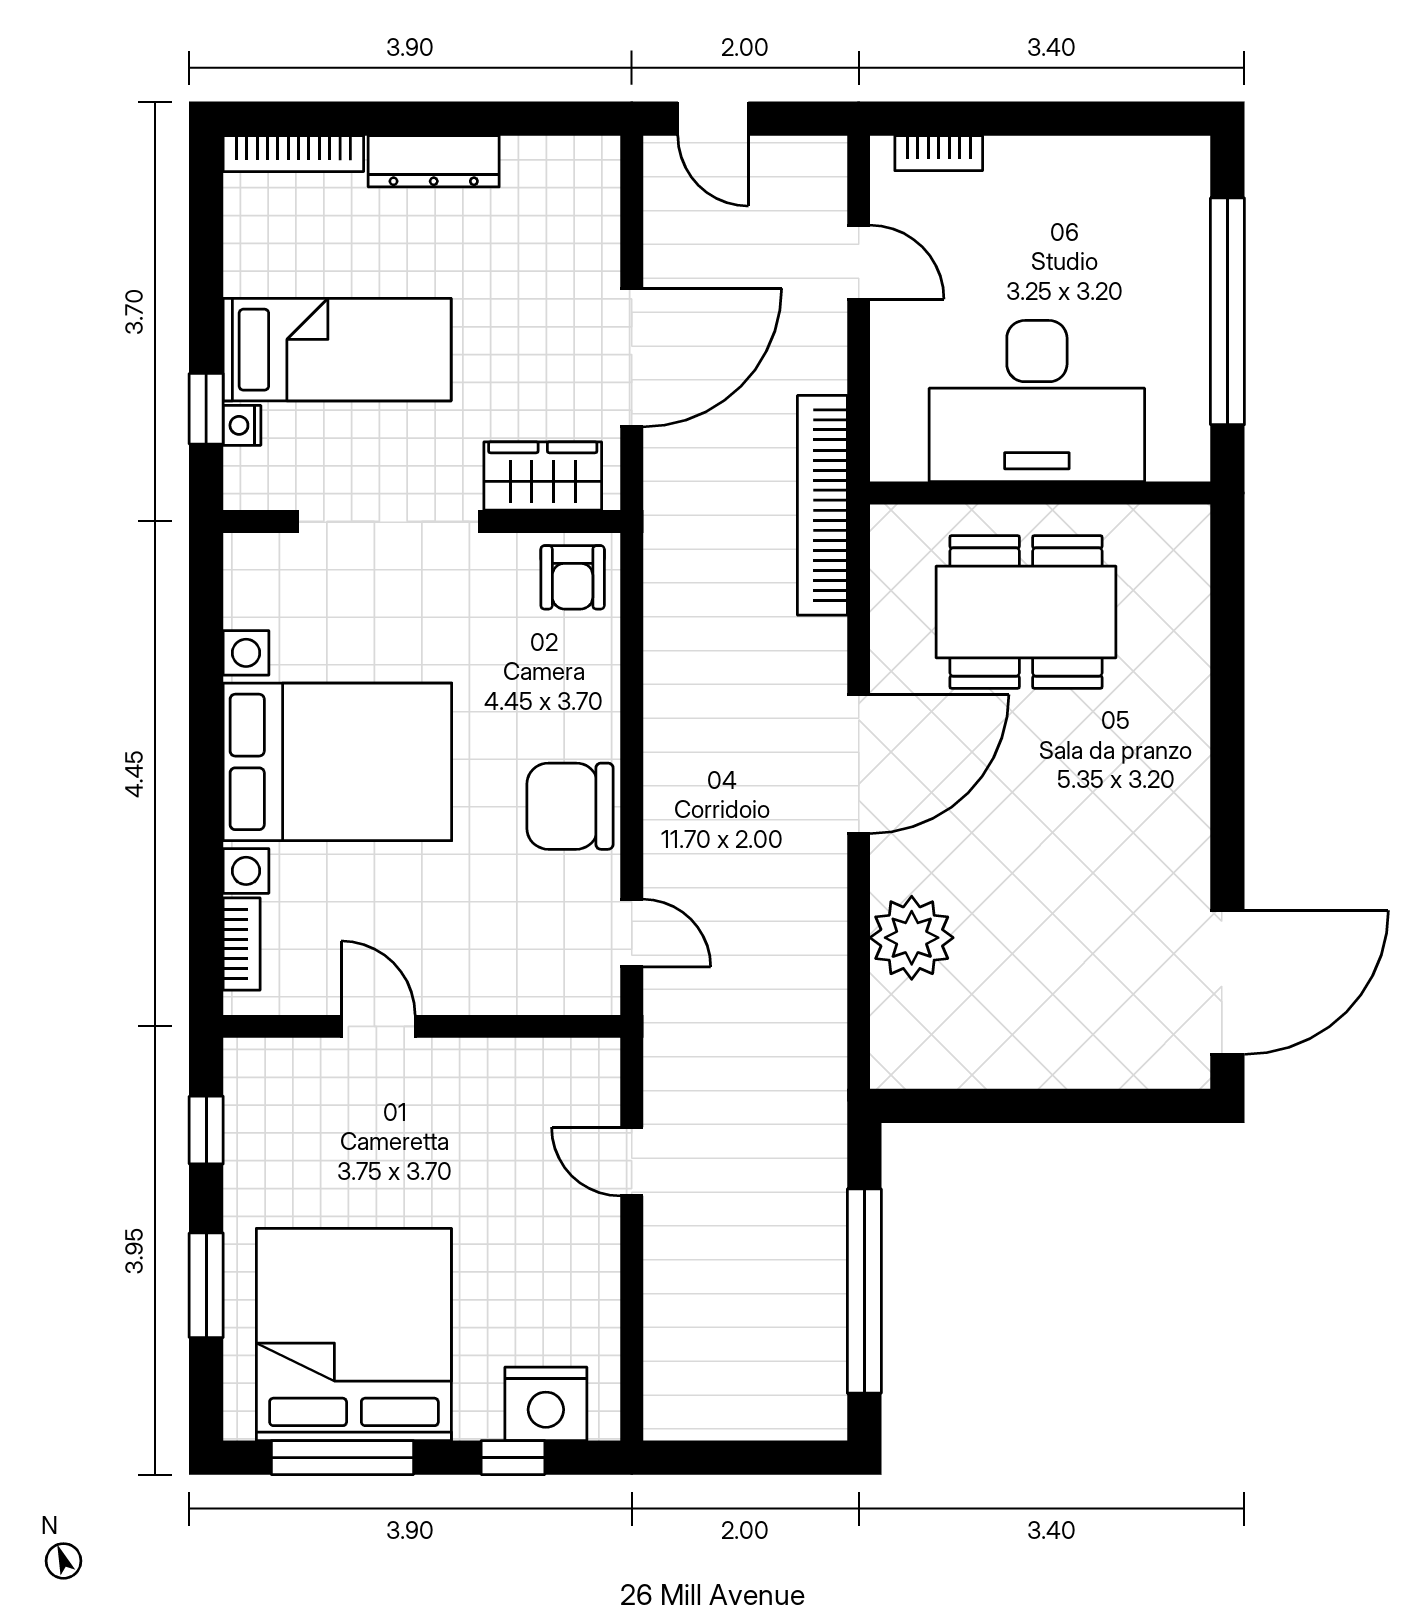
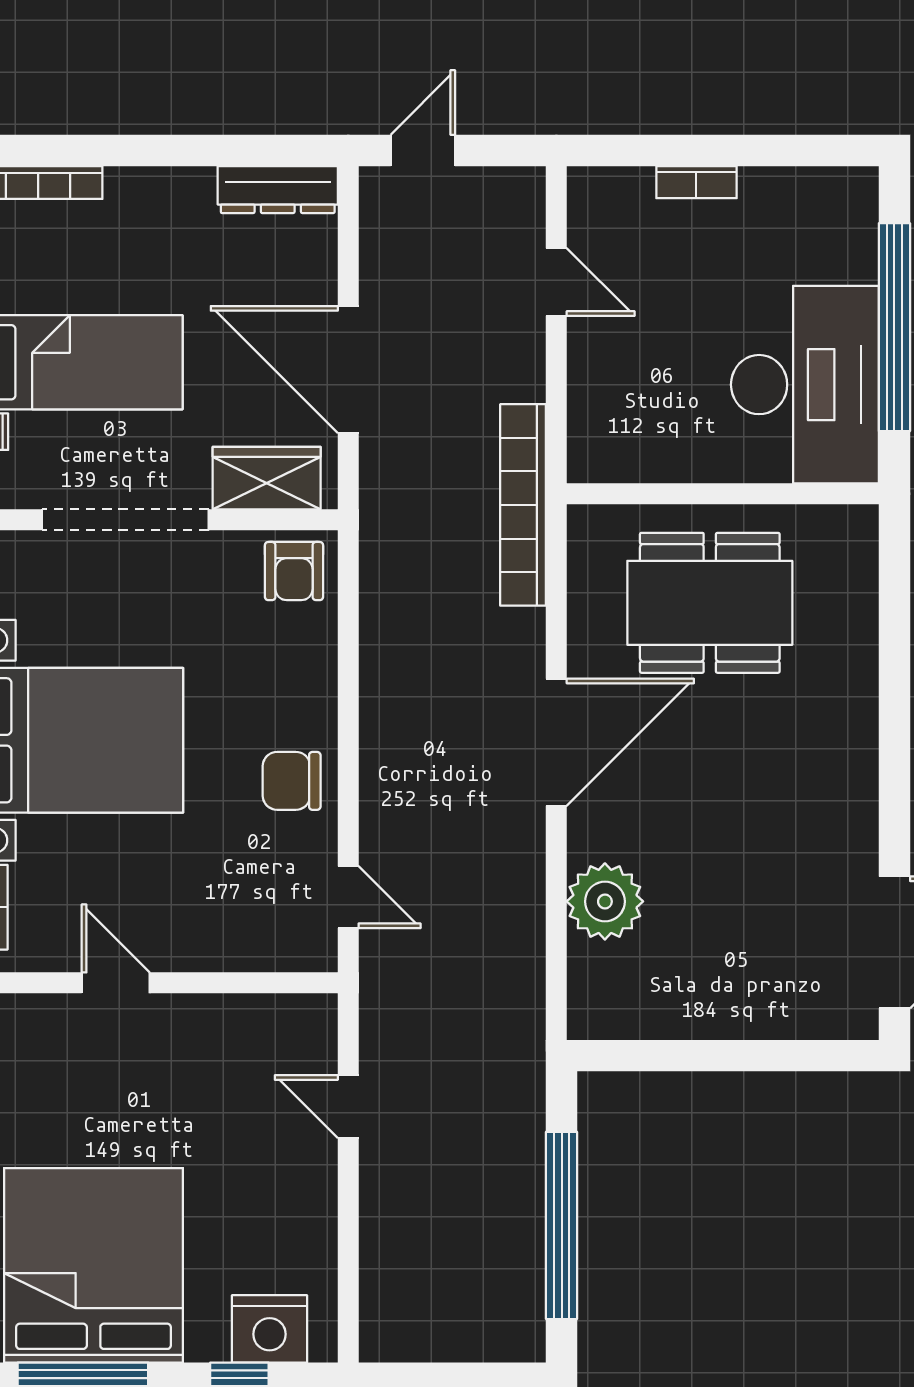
door: (713, 119) -> (423, 150), swing flipped
bookcase: (939, 153) -> (696, 182), moved
dresser: (434, 161) -> (278, 190), moved
door: (632, 358) -> (348, 370), swing flipped
desk: (1037, 401) -> (805, 385), moved, turned -90
chair: (570, 806) -> (292, 781), width x0.73, depth x0.73

